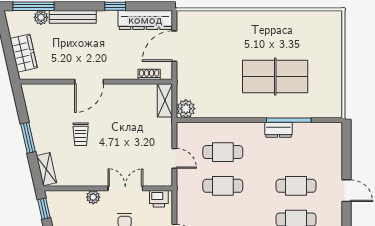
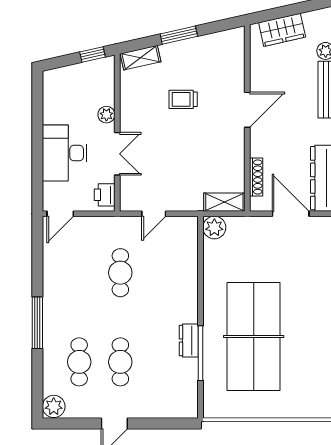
shoe rack: (149, 74) -> (256, 177), width x1.43
table tennis table: (275, 77) -> (254, 337), width x1.36, depth x1.32
door: (89, 82) -> (247, 110), swing flipped
cafe table: (223, 152) -> (161, 273), removed

